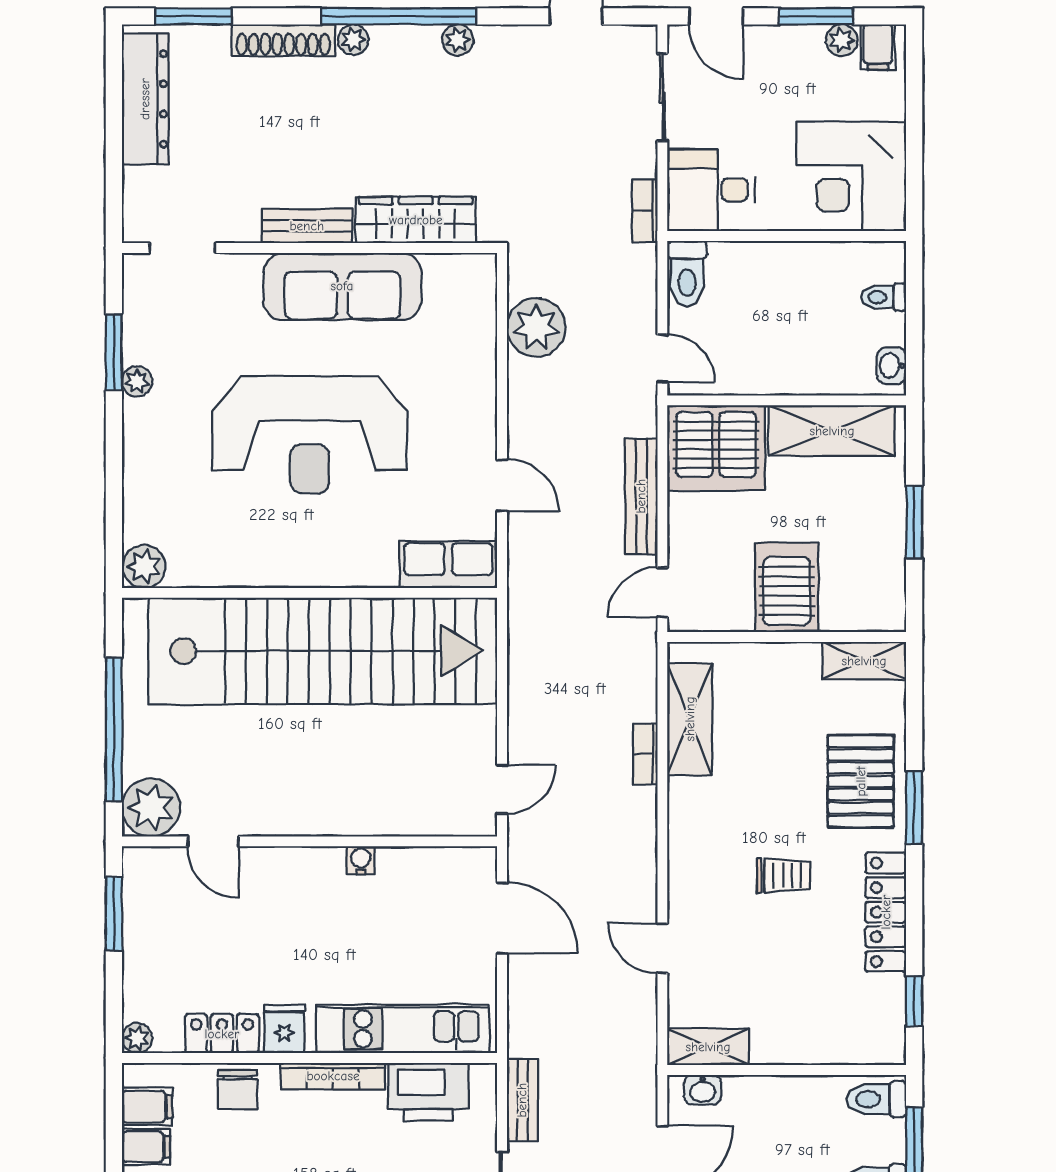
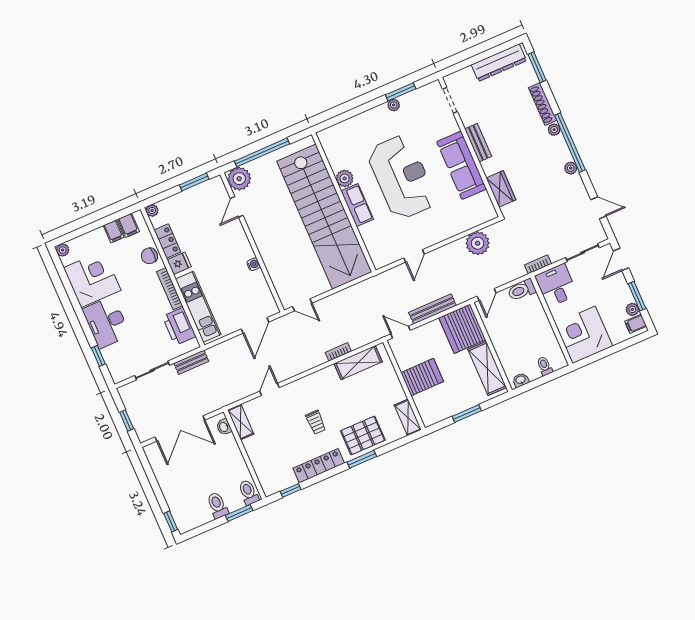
wardrobe: (416, 220) -> (501, 189), width x0.67
reception desk: (310, 435) -> (402, 177), turned 180
row of seats: (448, 565) -> (357, 205), moved
plant: (144, 567) -> (345, 178), moved

